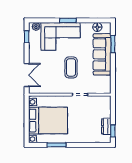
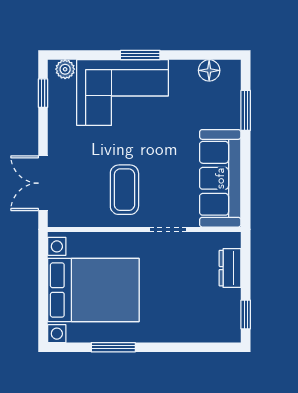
sofa: (102, 54) -> (220, 178), moved
coffee table: (71, 67) -> (124, 190), moved
double door: (27, 75) -> (43, 183), swing flipped
dresser: (106, 126) -> (230, 268), moved

